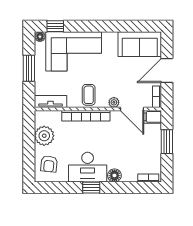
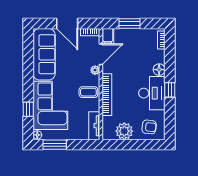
window: (55, 26) -> (28, 109), moved
sofa: (140, 44) -> (44, 54), width x1.36
window: (29, 68) -> (55, 145), moved

